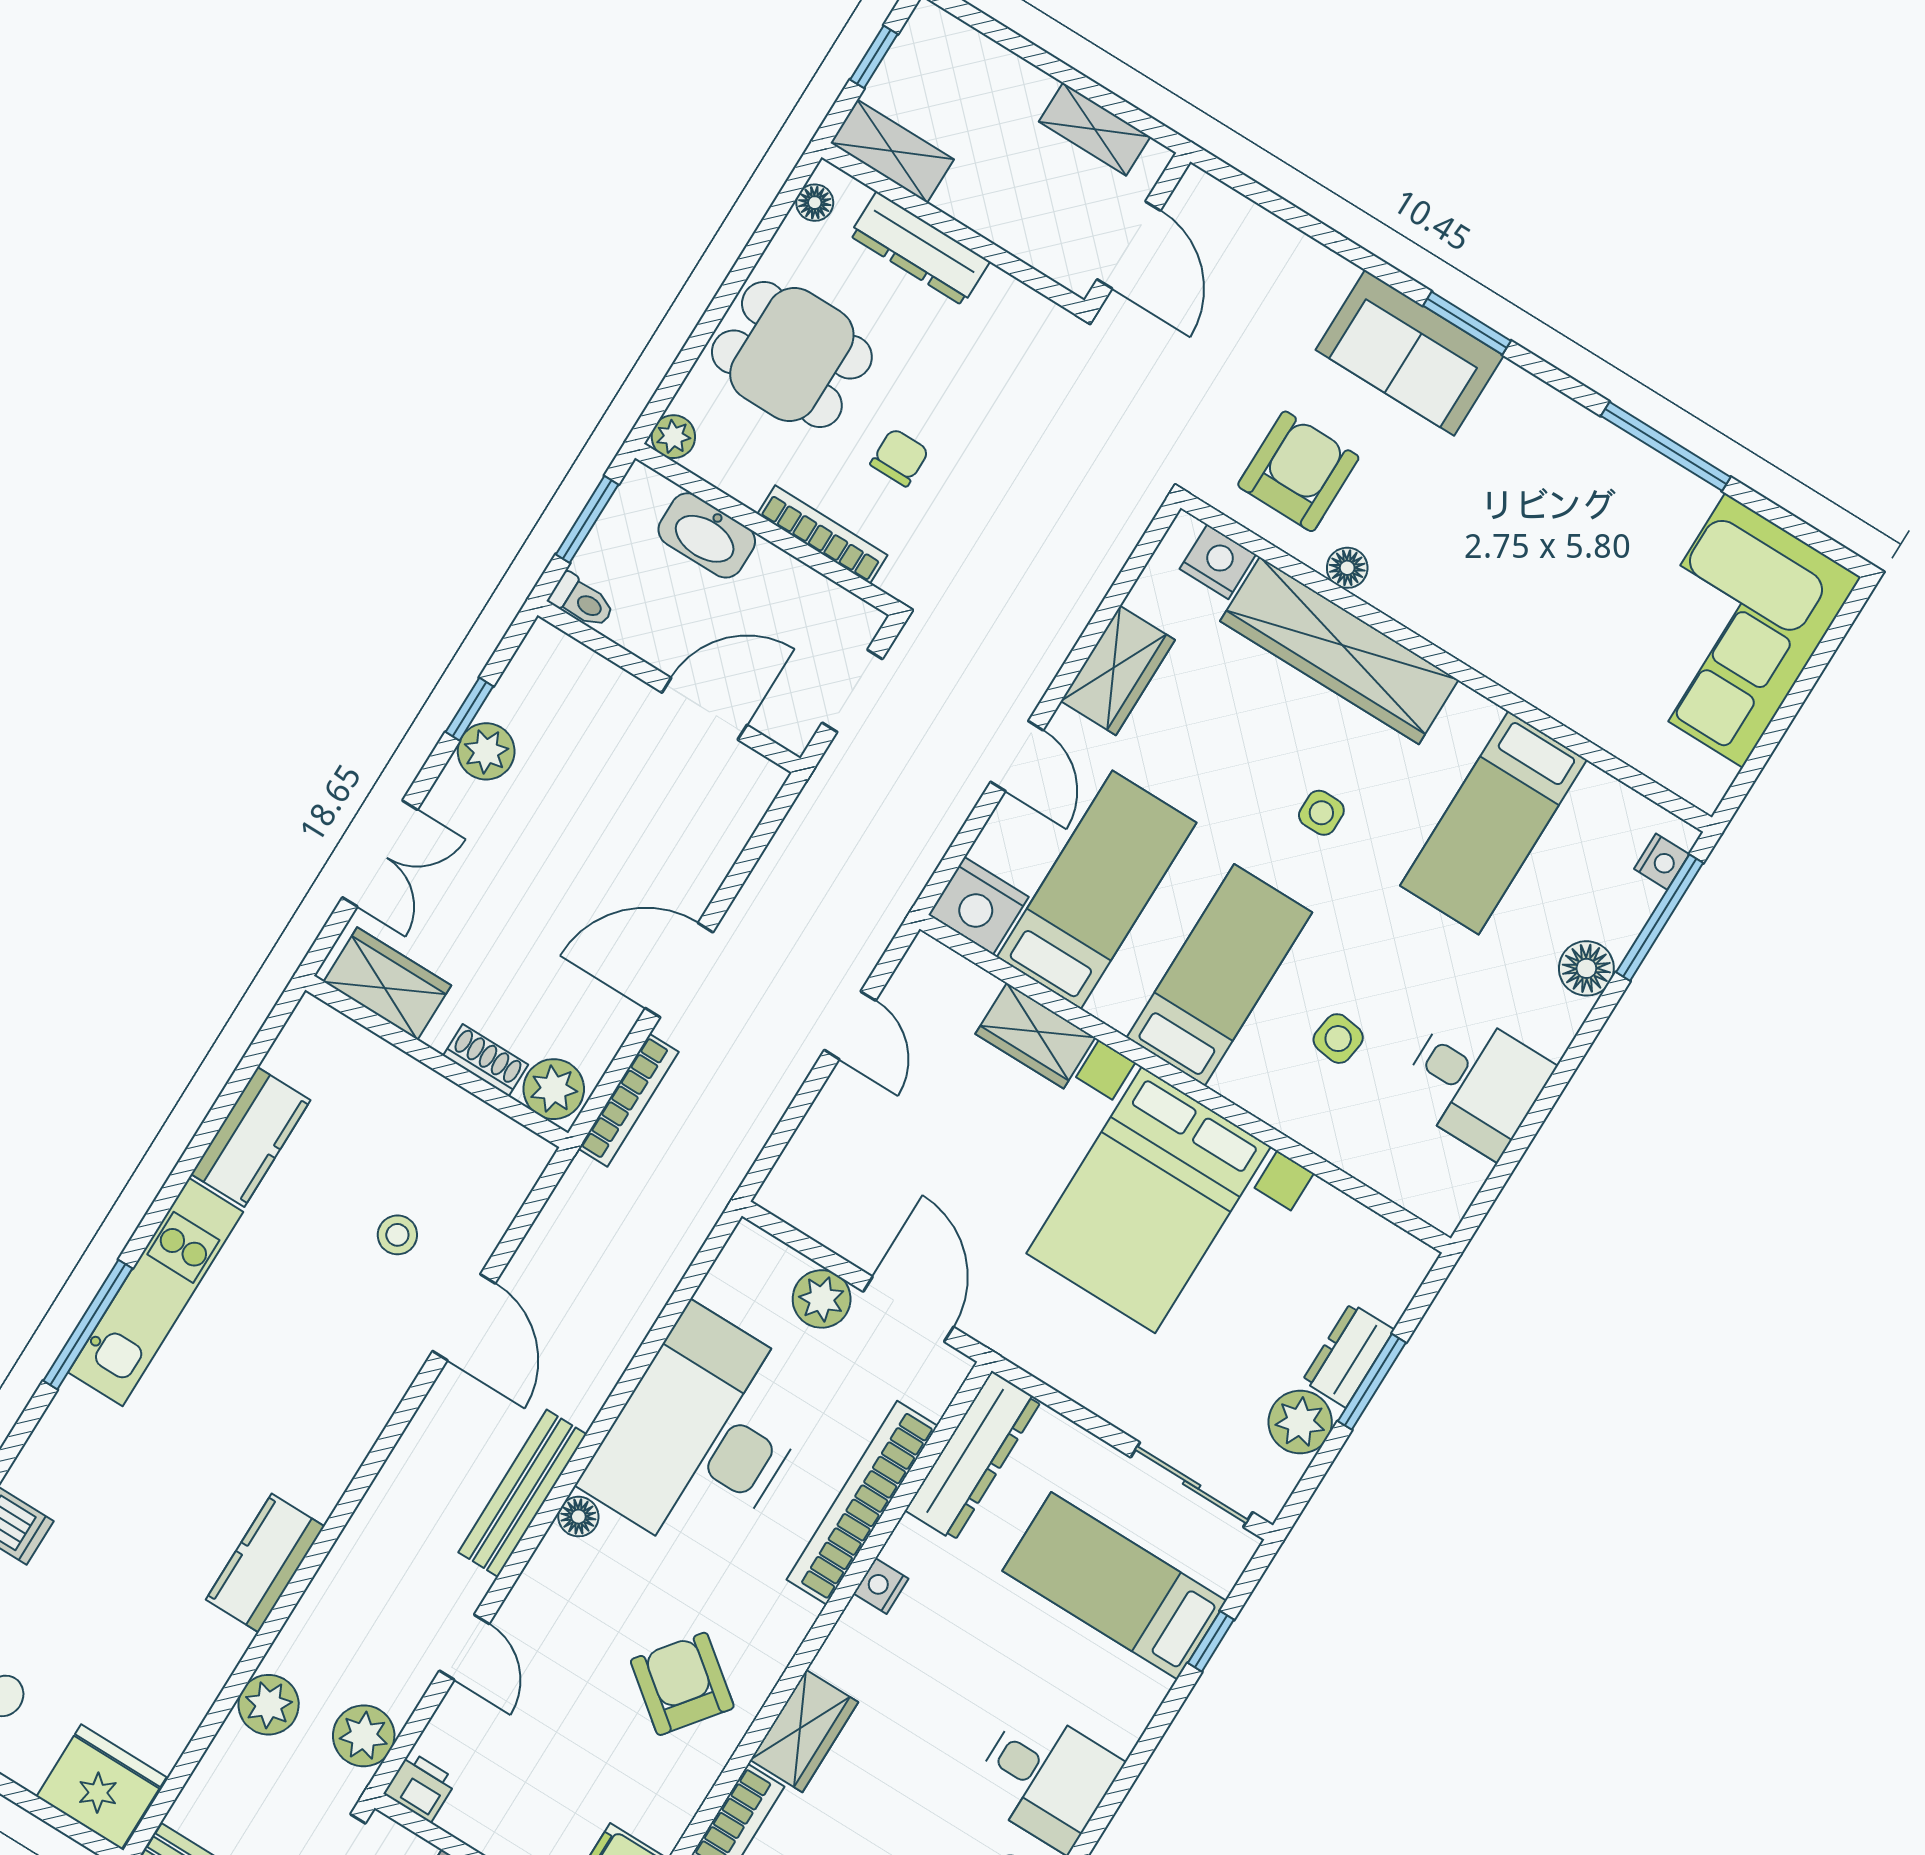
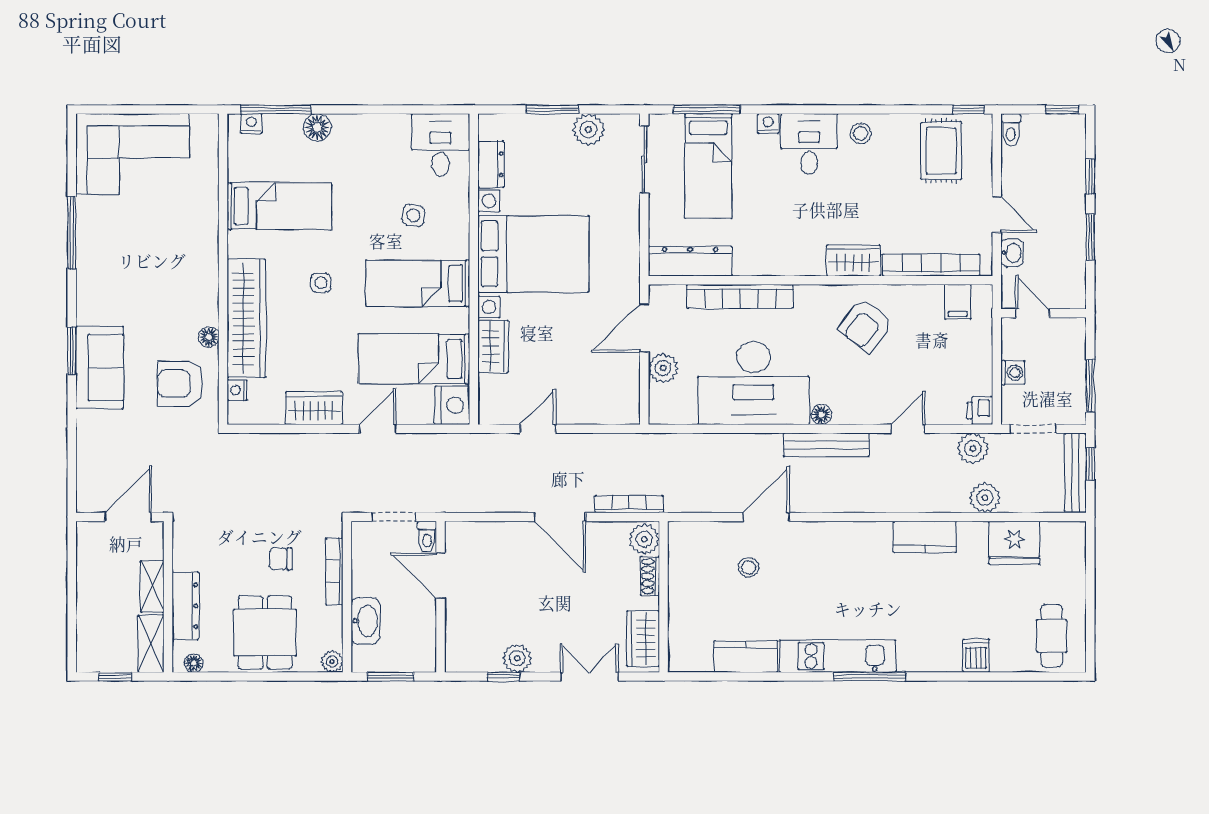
shelving: (1095, 129) -> (152, 587), moved
nightstand: (1218, 562) -> (237, 390), width x0.72, depth x0.74
toilet: (582, 601) -> (427, 537), moved, turned 180
desk: (1475, 1082) -> (441, 145), moved
dresser: (1348, 1355) -> (491, 164), moved, turned -90
nightstand: (881, 1586) -> (768, 124), moved, turned 180
window: (1211, 1641) -> (706, 109), width x2.17
fridge: (101, 1787) -> (1014, 543), moved, turned -90

